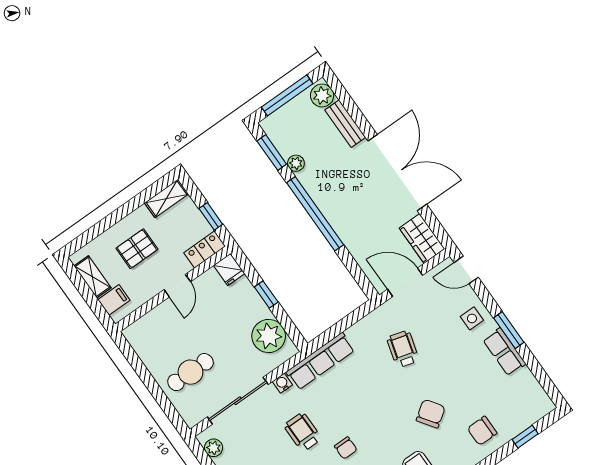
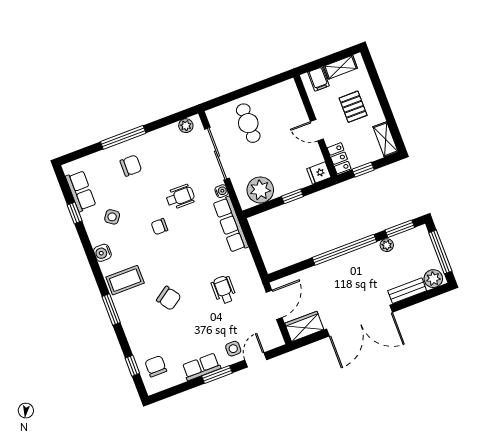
door: (466, 270) -> (256, 360), moved
wheelchair: (403, 349) -> (224, 290), turned -106
chair: (482, 431) -> (156, 366), moved

